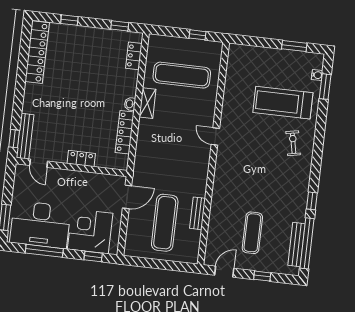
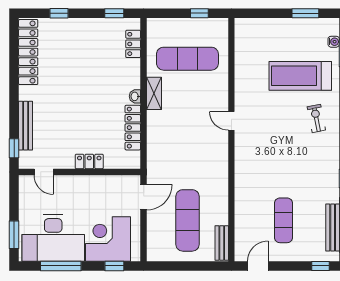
bench: (25, 136) -> (26, 126), moved
bench: (197, 213) -> (222, 243), moved
window: (262, 276) -> (321, 266), moved

